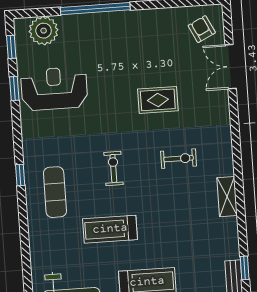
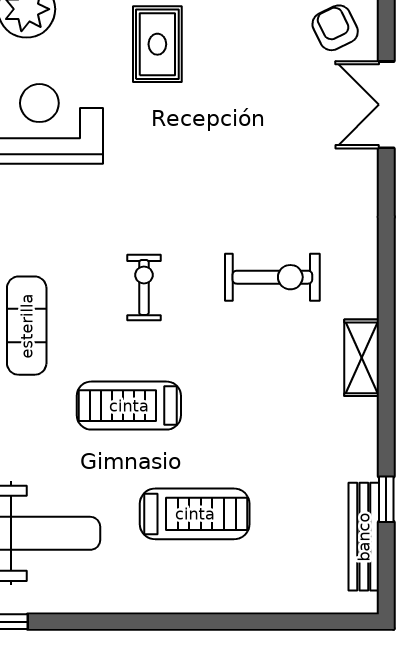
rug: (158, 100) -> (157, 44), moved, turned 90
exercise bike: (179, 159) -> (272, 277), width x1.38, depth x1.39

